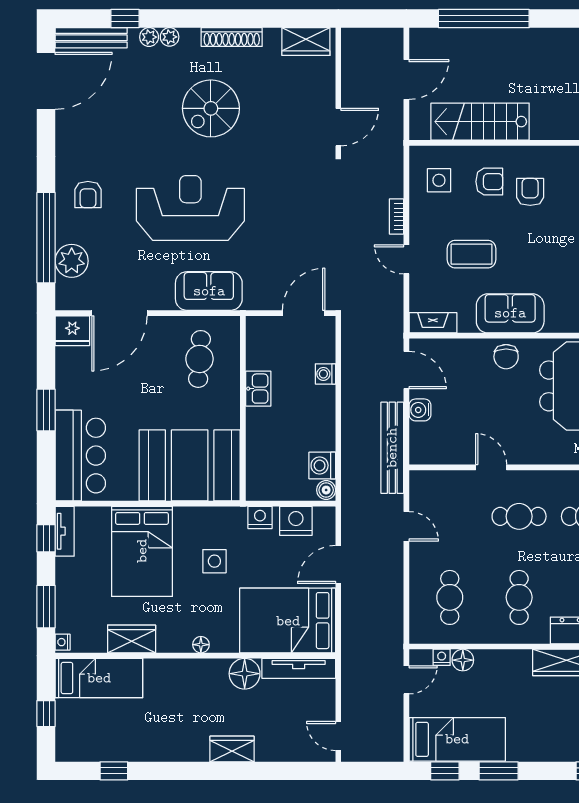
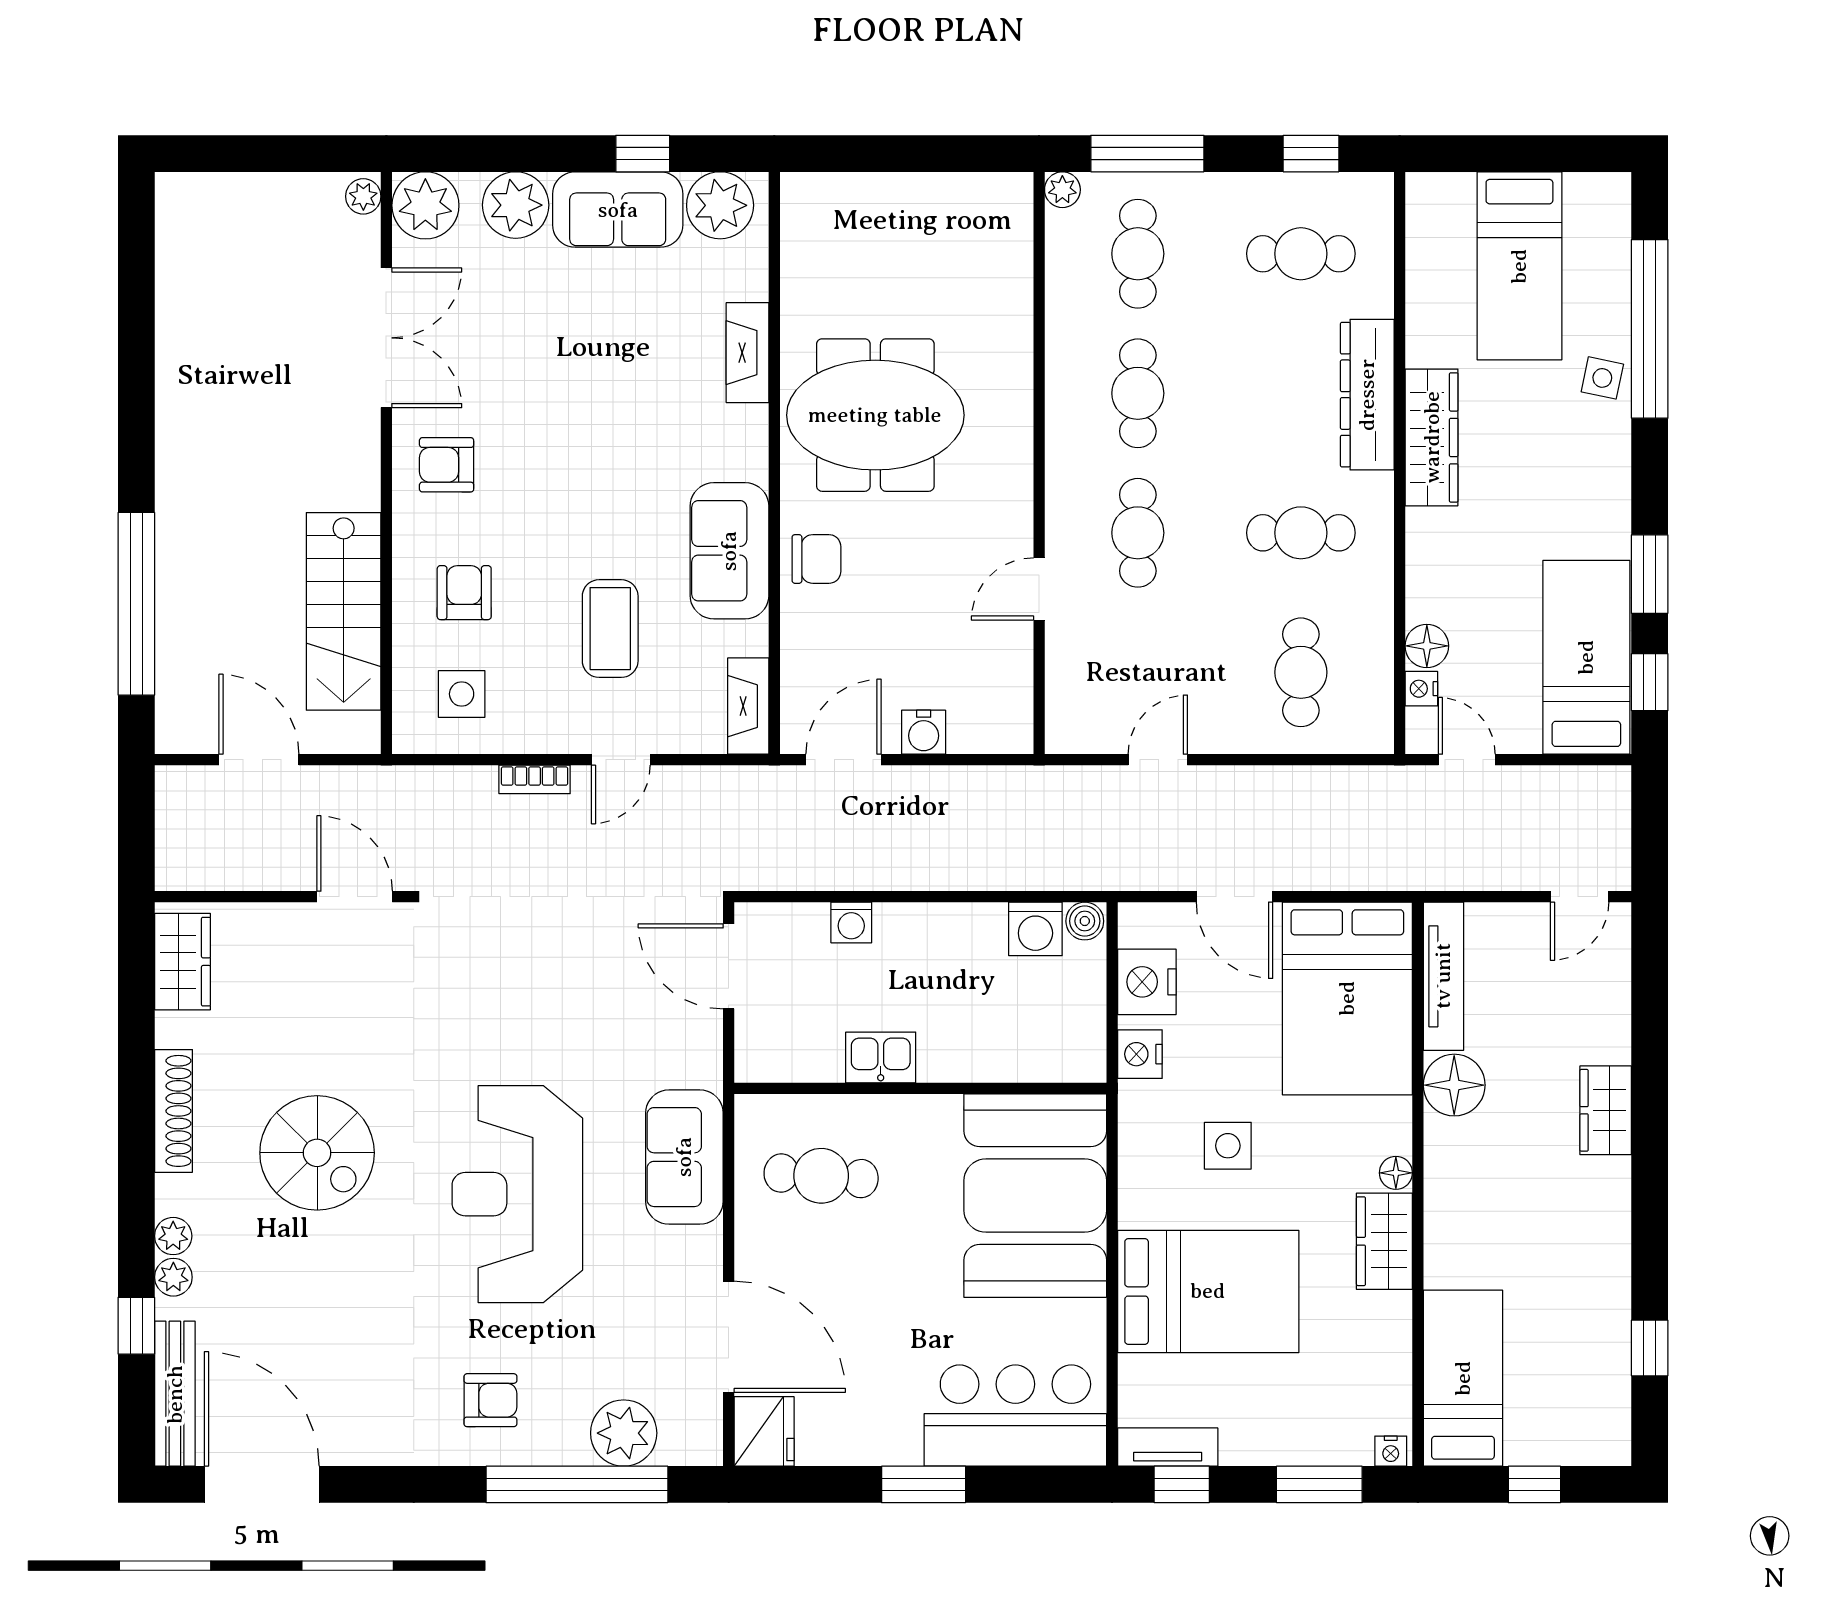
armchair: (530, 192) -> (447, 465), moved
bench: (392, 448) -> (1000, 788), removed
cafe table: (450, 597) -> (1301, 672), turned 90
wardrobe: (132, 639) -> (1384, 1241), moved

